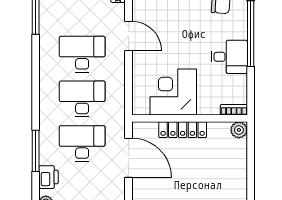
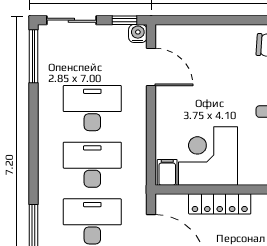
door: (129, 36) -> (151, 67), moved
filing cabinet: (141, 105) -> (167, 172), added

